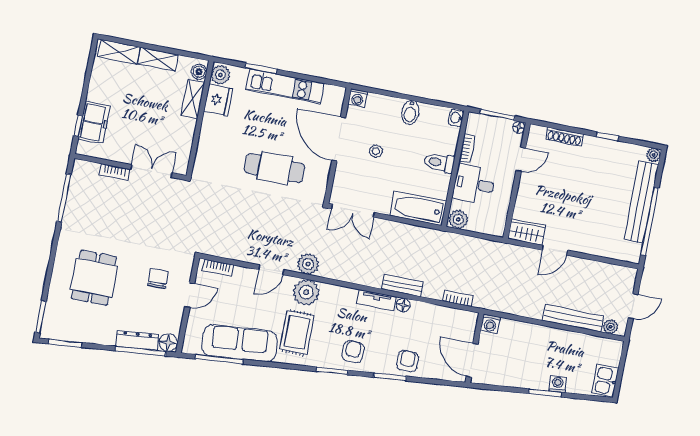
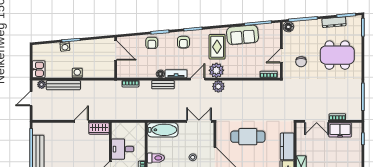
freezer: (94, 122) -> (340, 130), moved, turned -90
kitchen counter: (210, 138) -> (287, 146), added
desk: (474, 184) -> (123, 149), moved, turned 180
plant: (458, 219) -> (139, 128), removed
door: (271, 270) -> (198, 79), moved
dining table: (94, 278) -> (337, 55), width x1.38
washing machine: (490, 324) -> (77, 73), moved
dresser: (137, 340) -> (334, 22), moved
sofa: (240, 343) -> (243, 35), width x0.73
kitchen sink: (605, 381) -> (39, 69), moved

